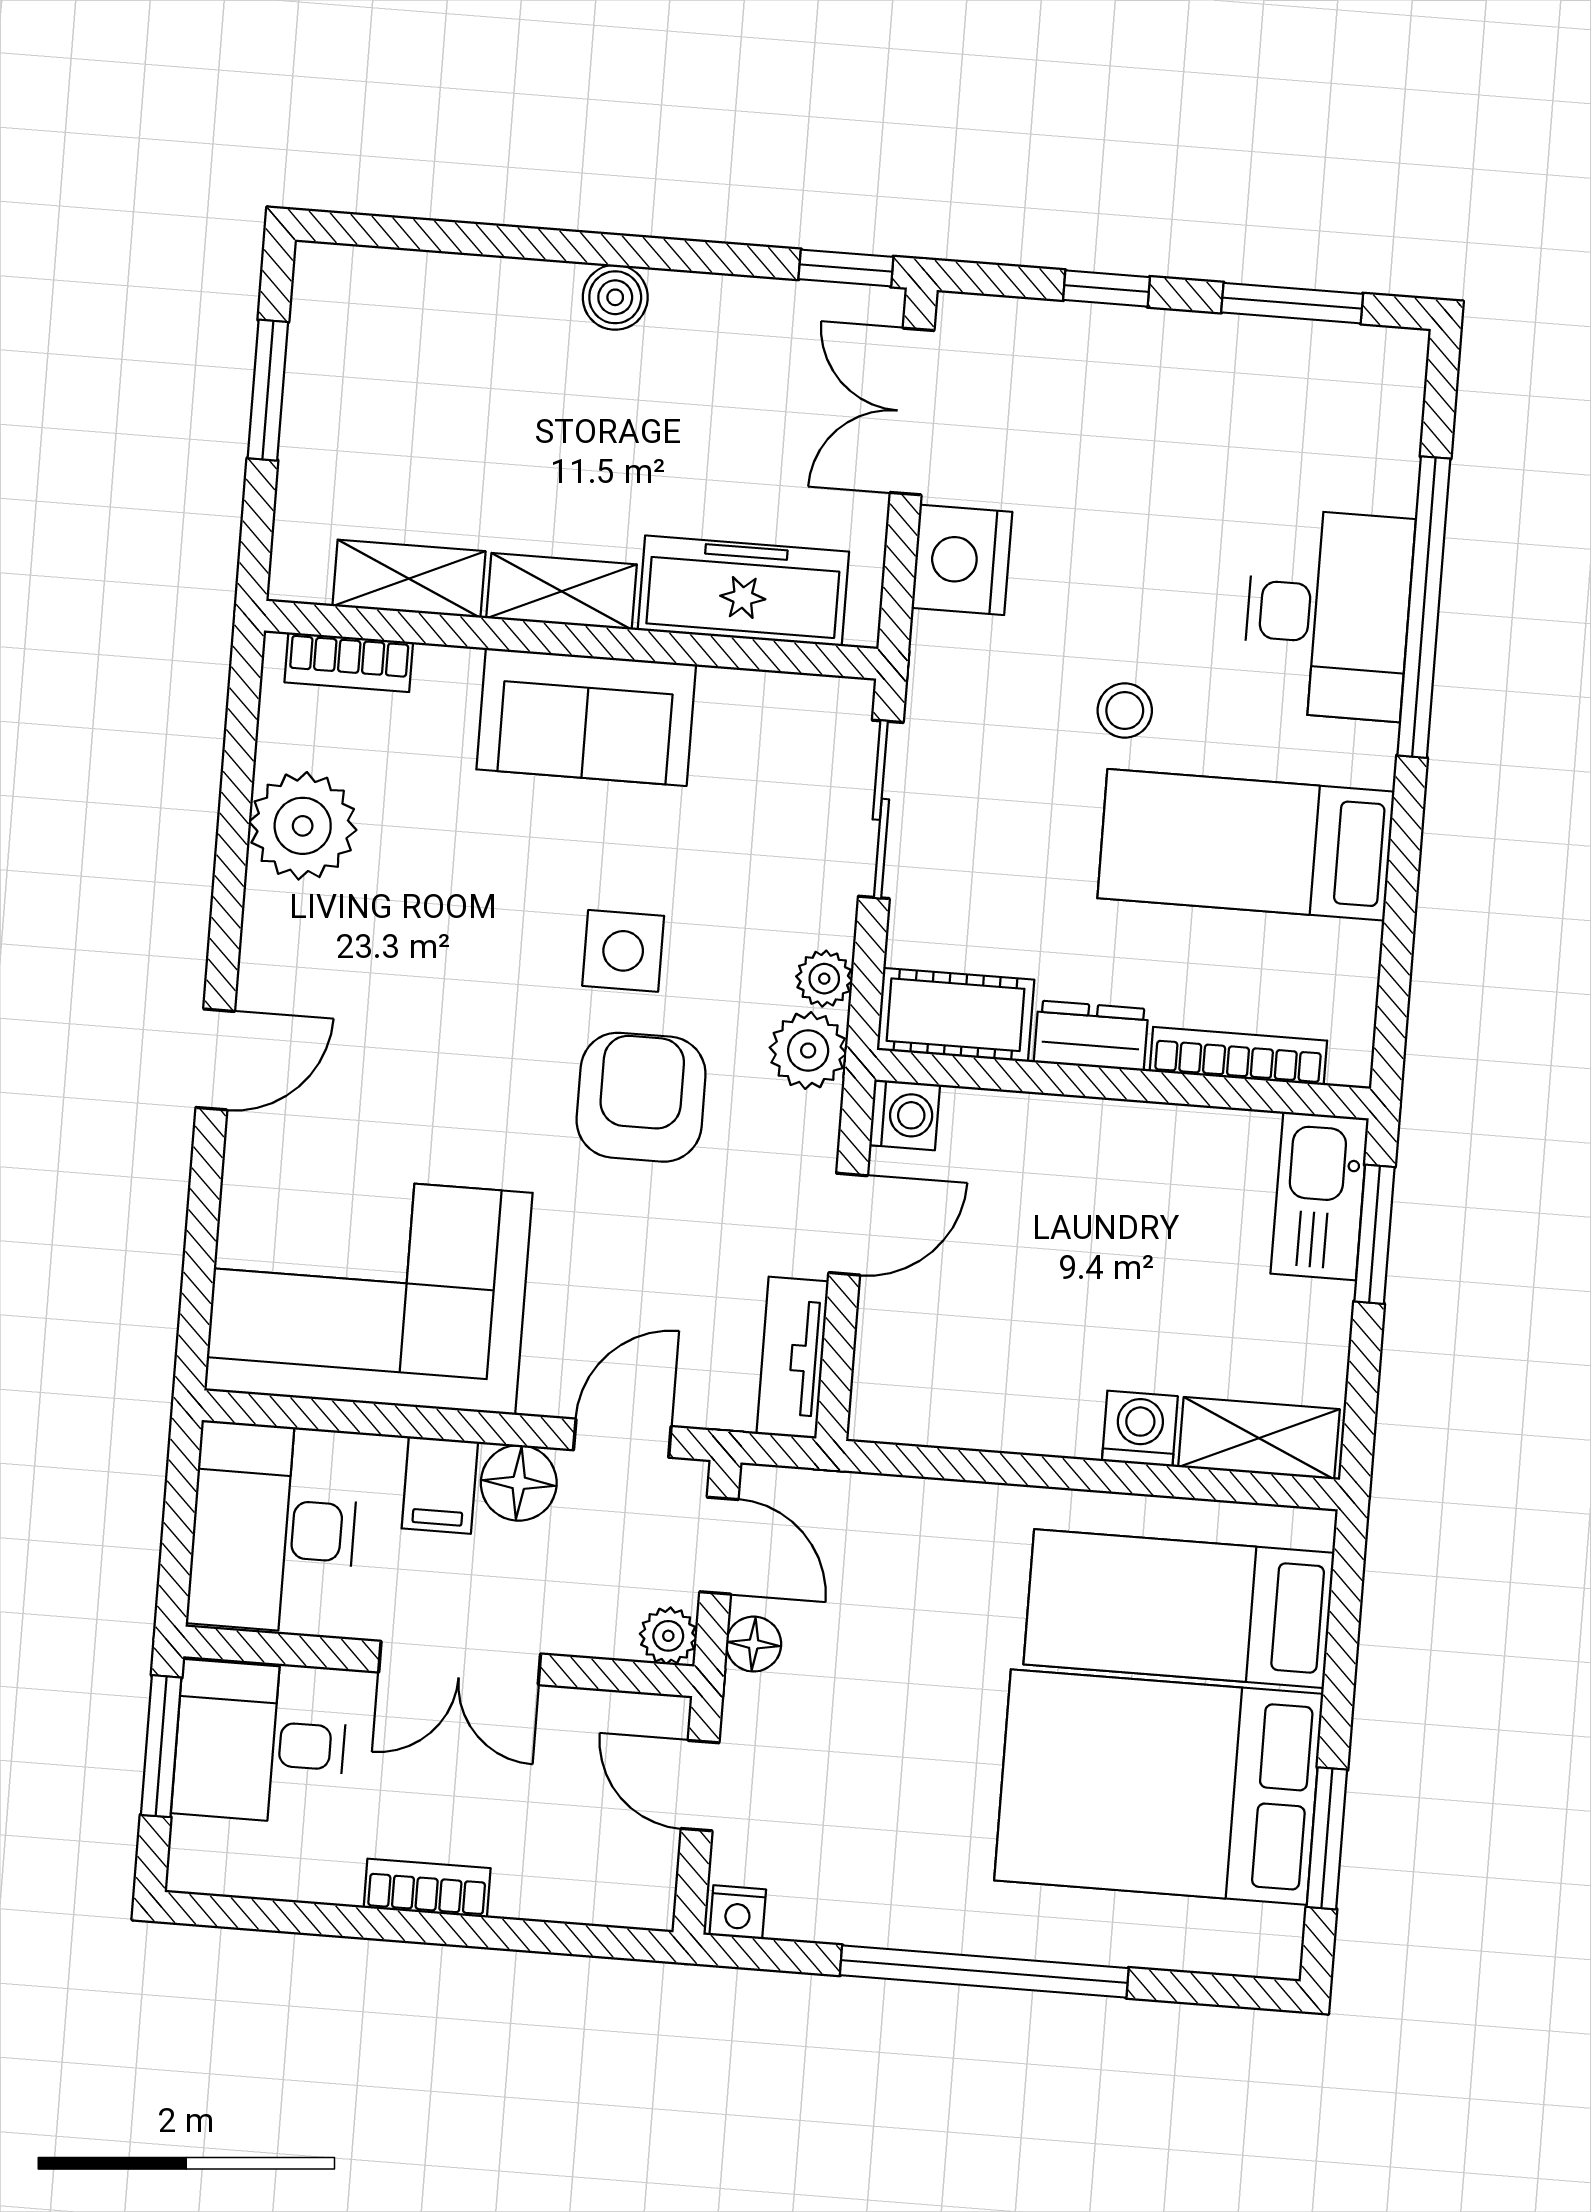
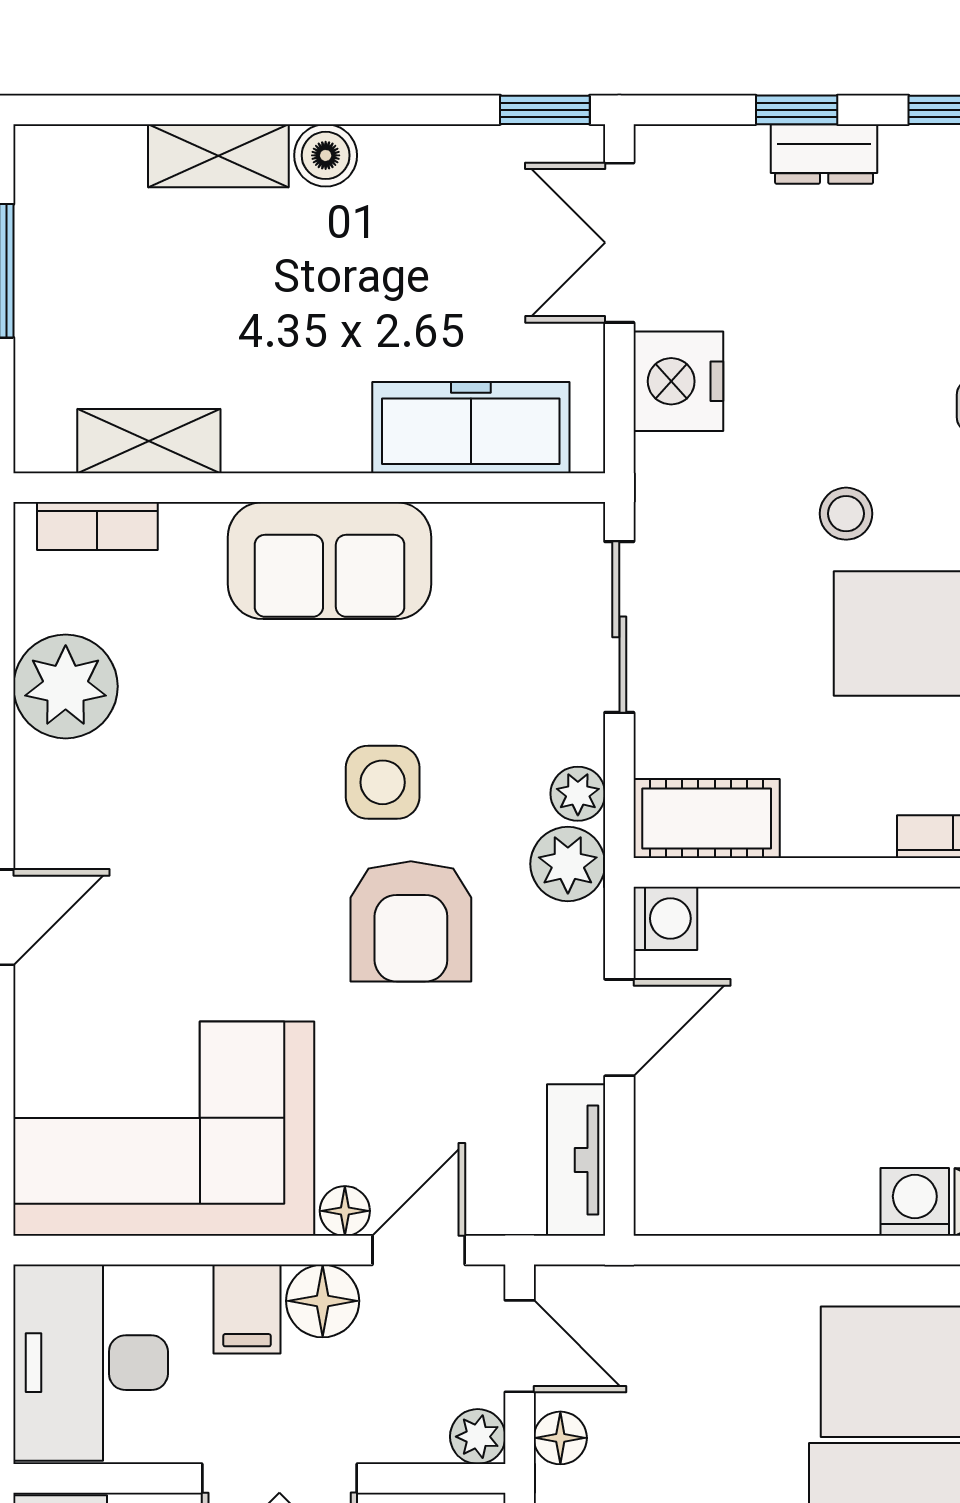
shelving: (562, 591) -> (218, 156), moved
dresser: (1091, 1036) -> (824, 154), moved, turned 180
armchair: (641, 1097) -> (411, 921), turned 180
floor lamp: (549, 1392) -> (345, 1211), added

